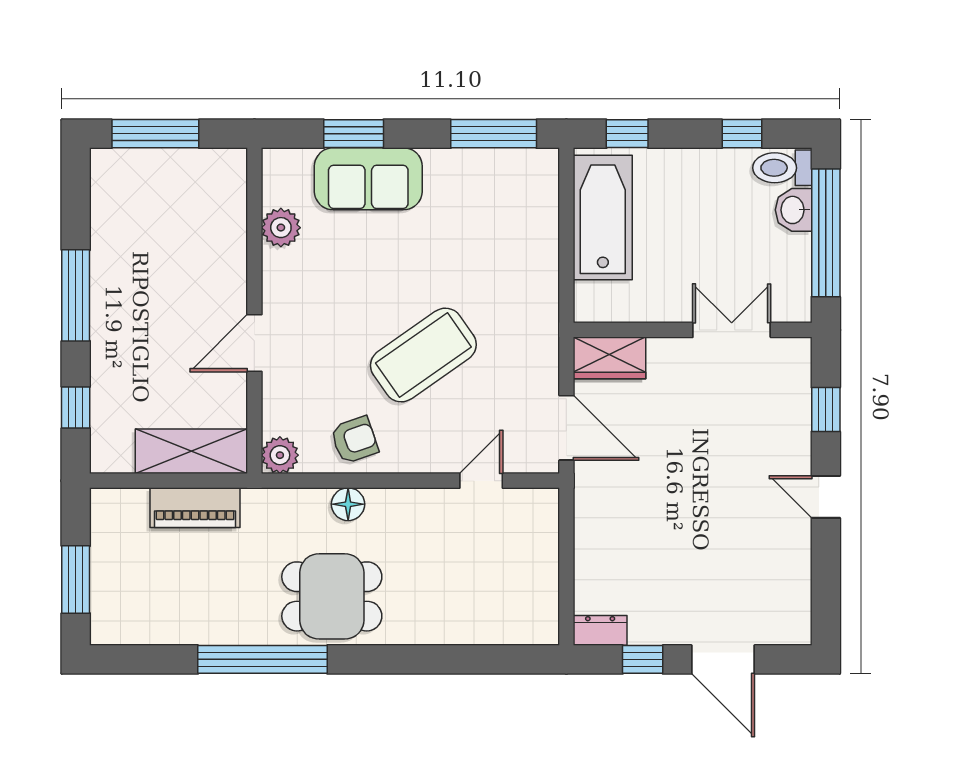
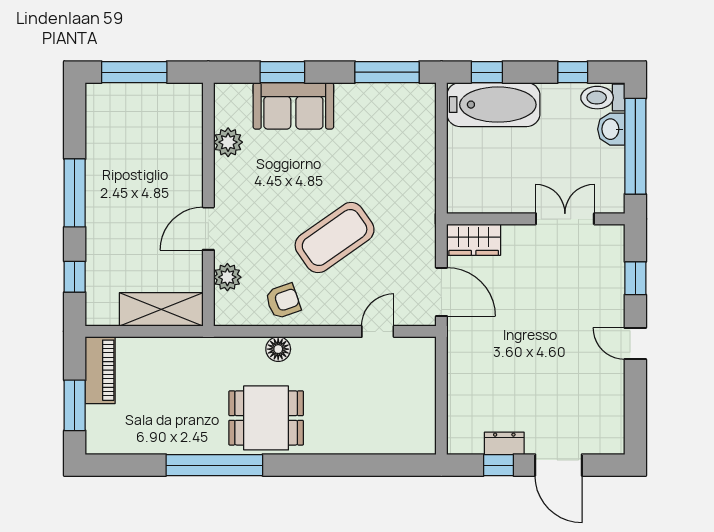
bathtub: (603, 217) -> (493, 105), moved, turned 90
plant: (280, 455) -> (227, 277), moved
piano: (195, 508) -> (100, 370), moved, turned -90
dresser: (600, 630) -> (504, 443), moved

